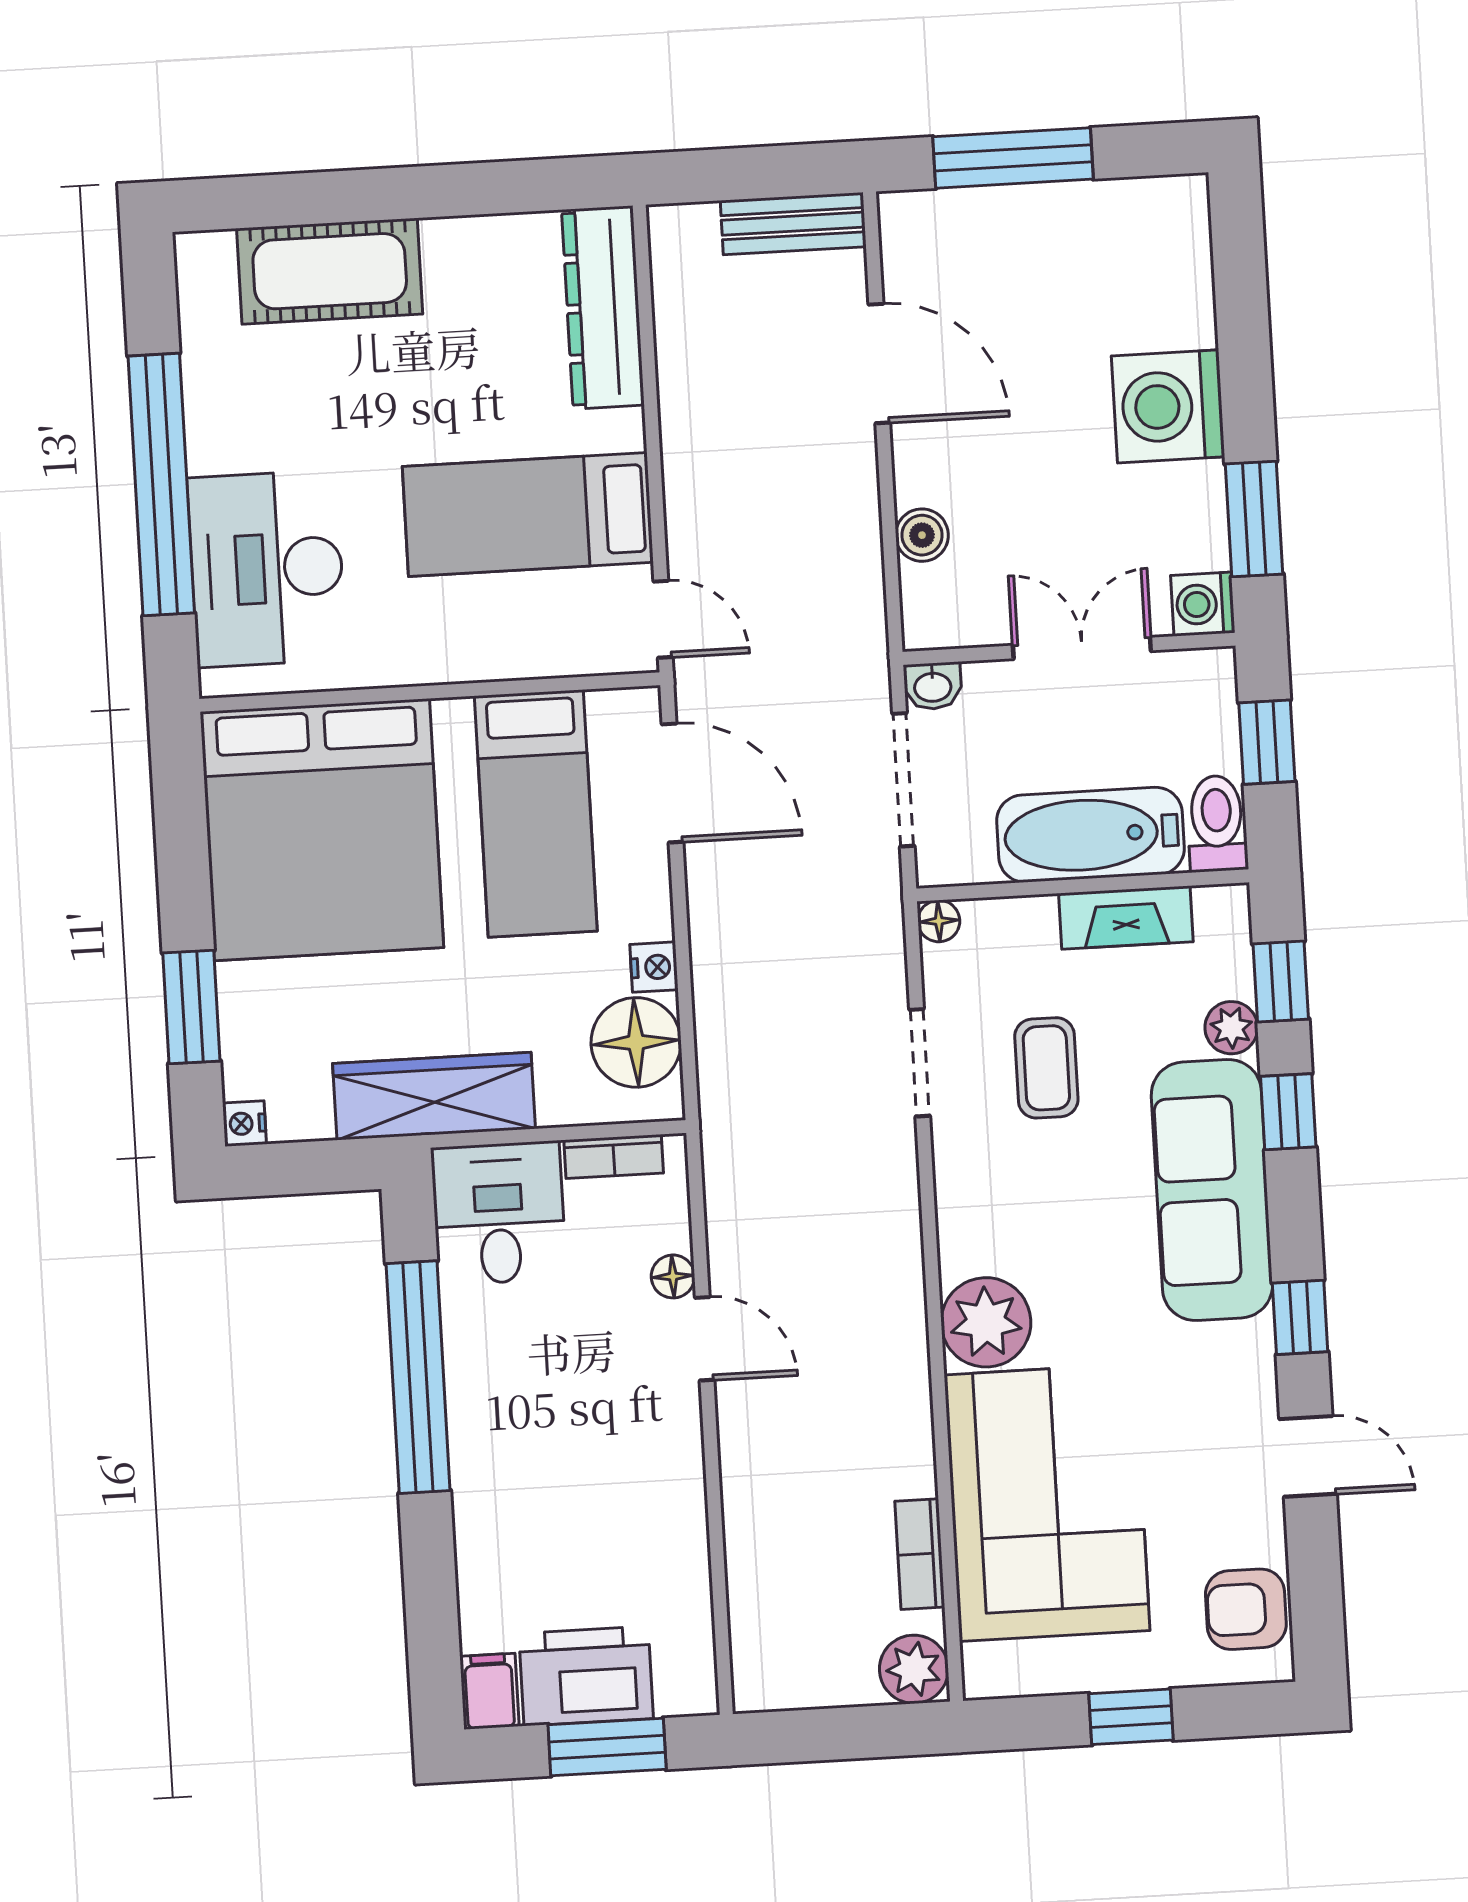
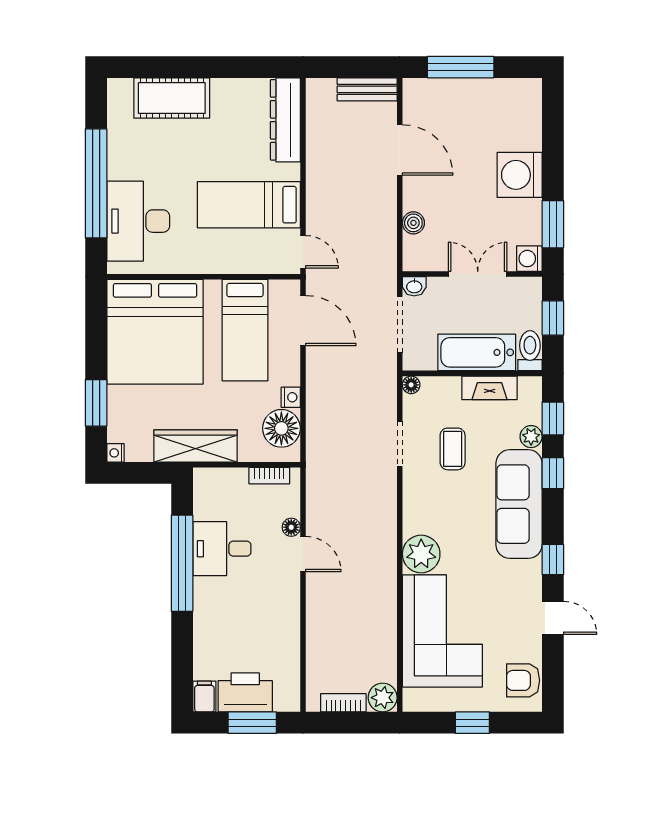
desk: (499, 1213) -> (222, 549), moved, turned -90
bookcase: (920, 1554) -> (343, 703), moved, turned 90

